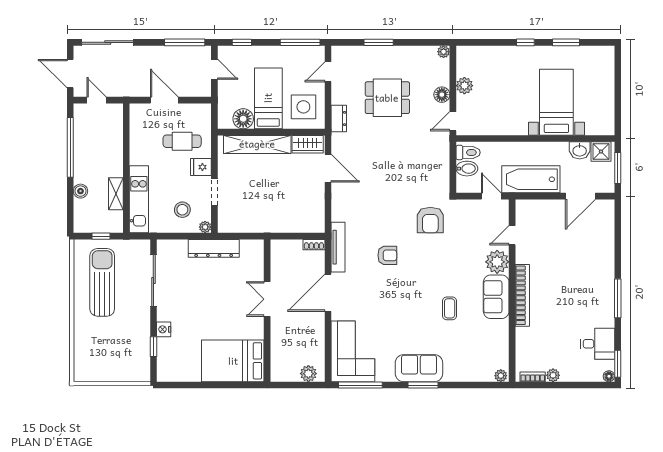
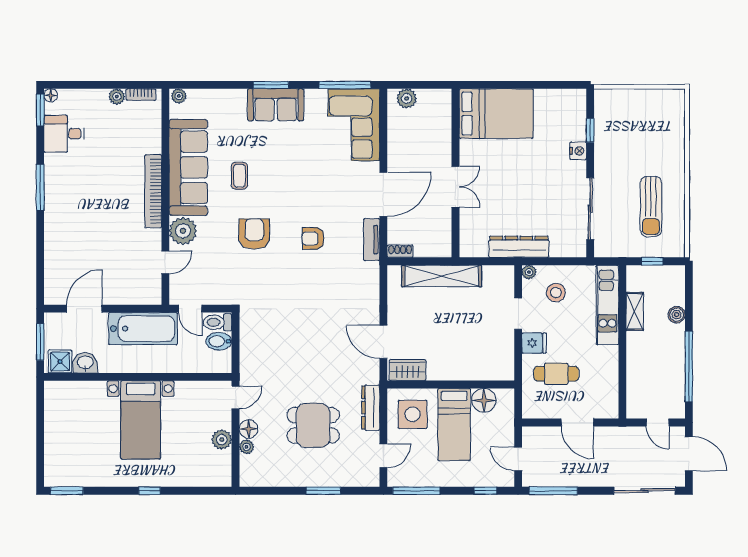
window: (566, 42) -> (67, 491), moved
plant: (444, 52) -> (247, 447), moved
bed with nightstands: (556, 102) -> (141, 420), moved
dresser: (339, 118) -> (371, 408), width x1.44
shelving: (257, 144) -> (442, 276), moved
toilet: (468, 152) -> (218, 322), moved
armchair: (430, 220) -> (254, 234), moved
tv unit: (338, 247) -> (372, 240), width x0.71
sun lounger: (102, 282) -> (651, 206), width x0.73, depth x0.75
sofa: (496, 297) -> (188, 167), width x1.85, depth x1.27

